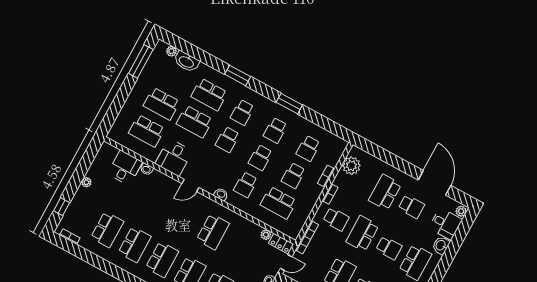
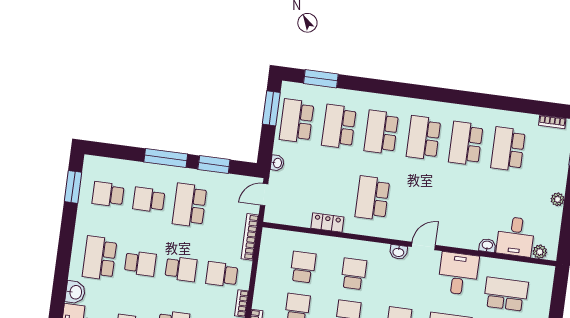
washbasin: (221, 194) -> (398, 252), moved
school desk: (278, 203) -> (303, 267), width x0.54
school desk: (362, 234) -> (181, 269), width x0.54
plant: (266, 235) -> (540, 252), moved
locker: (281, 244) -> (327, 223), moved
school desk: (389, 248) -> (140, 263), turned 180

